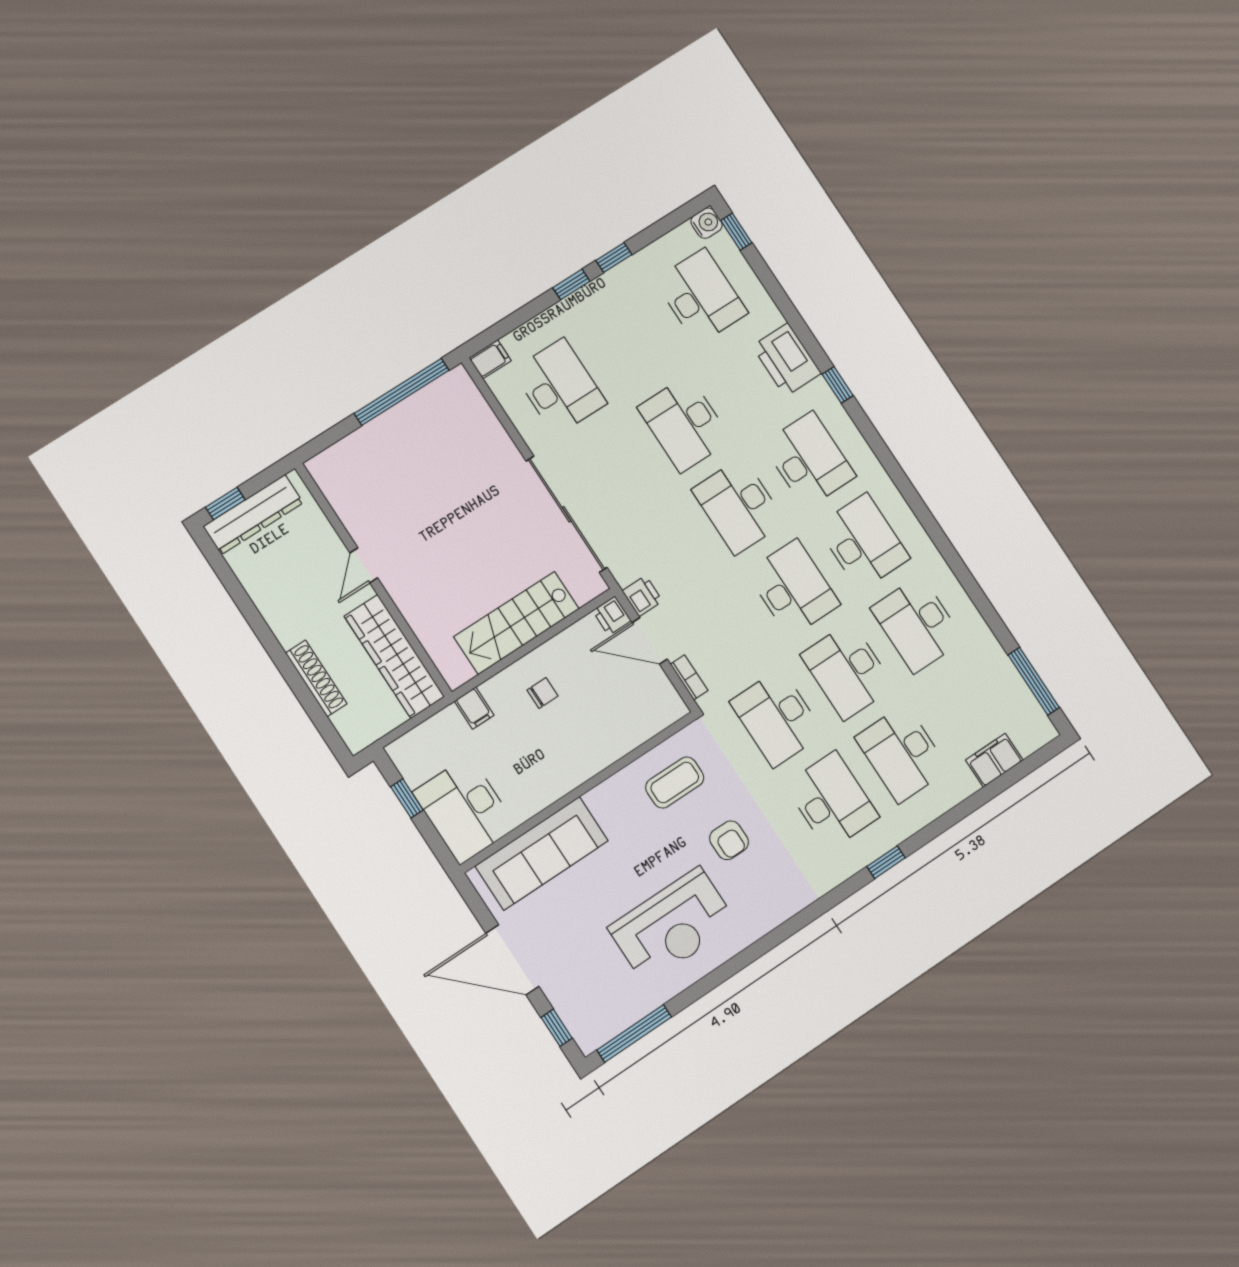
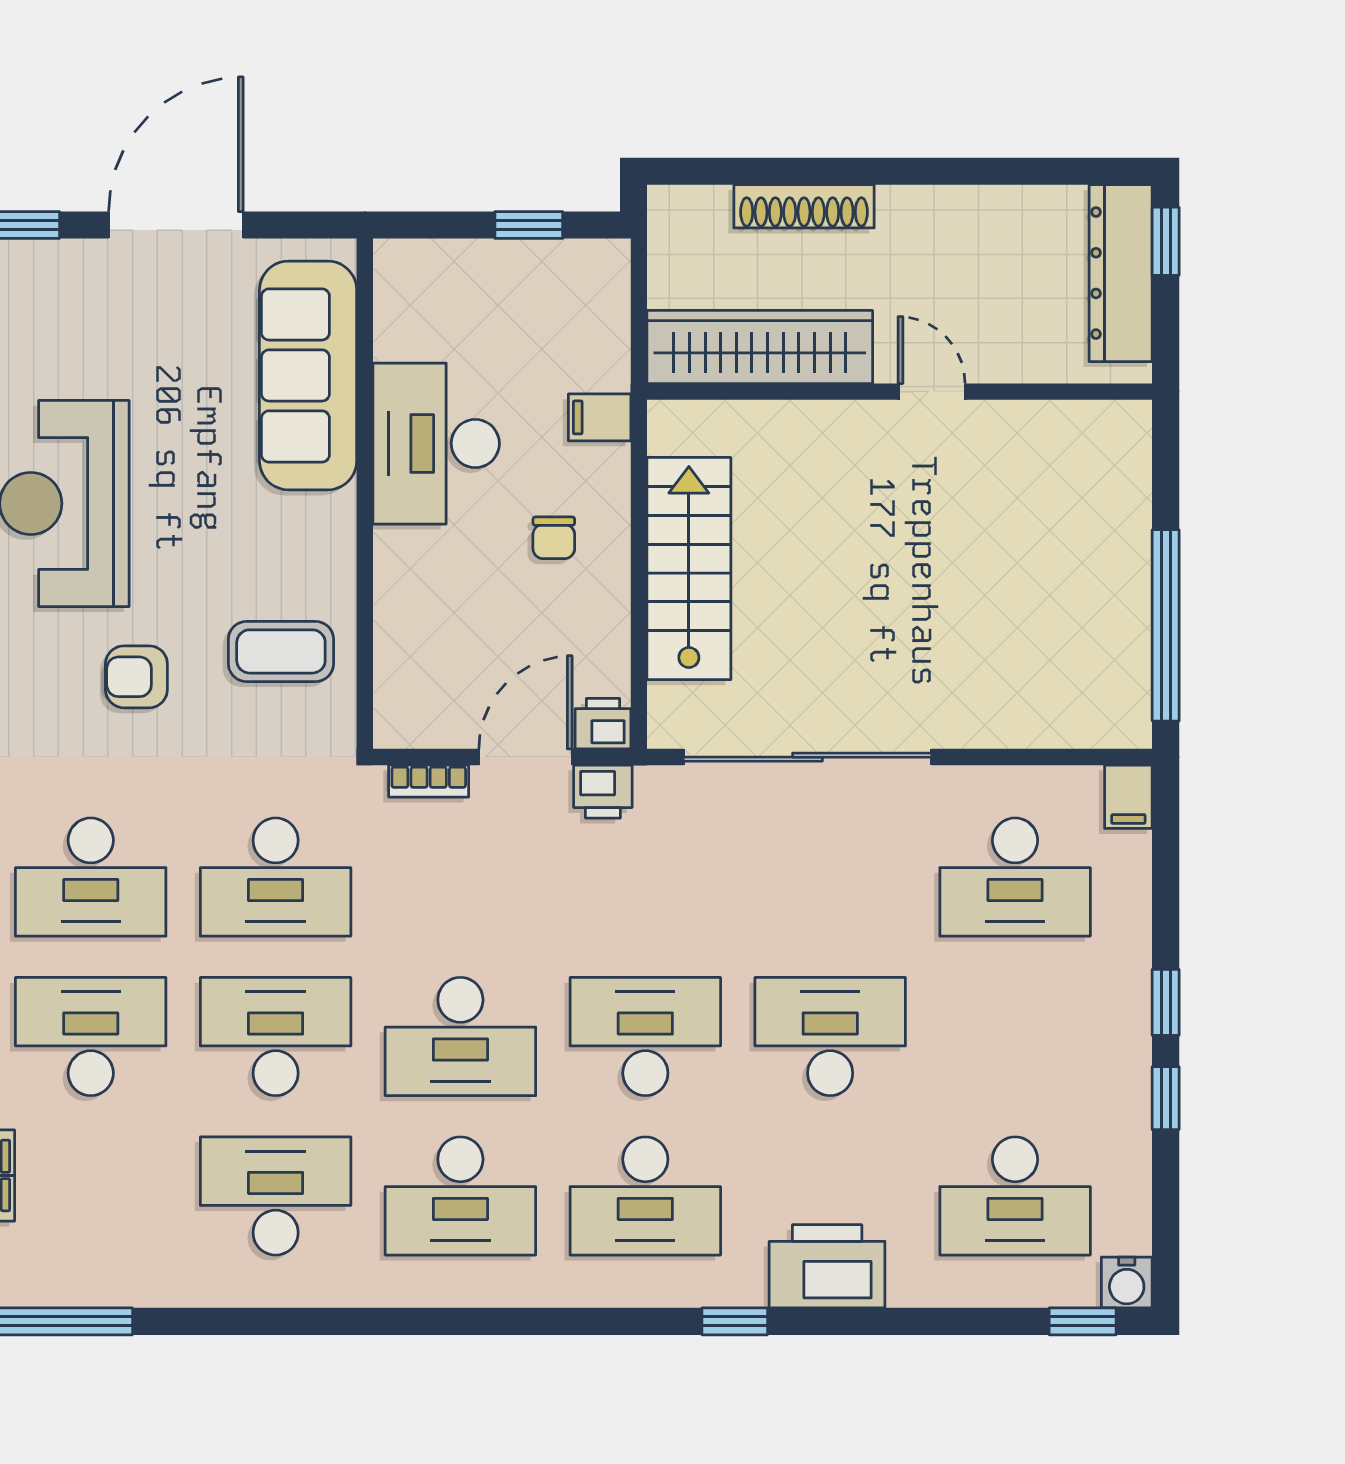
desk: (777, 718) -> (276, 877), turned 180
coffee table: (675, 782) -> (281, 651), turned 90
desk: (465, 810) -> (436, 444), moved, turned -90

